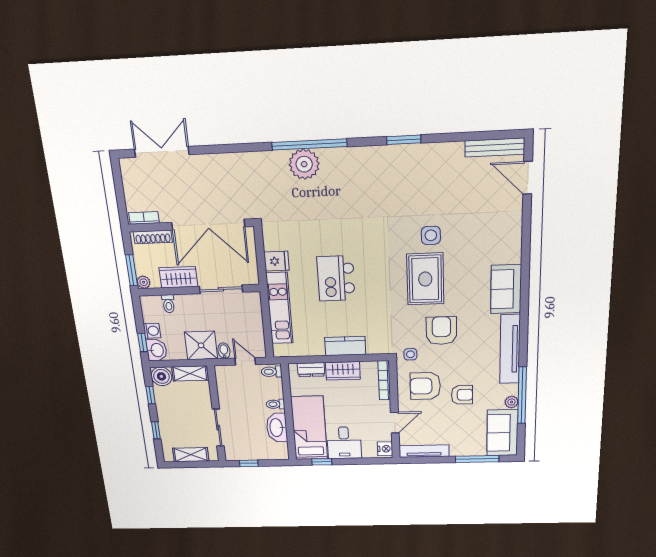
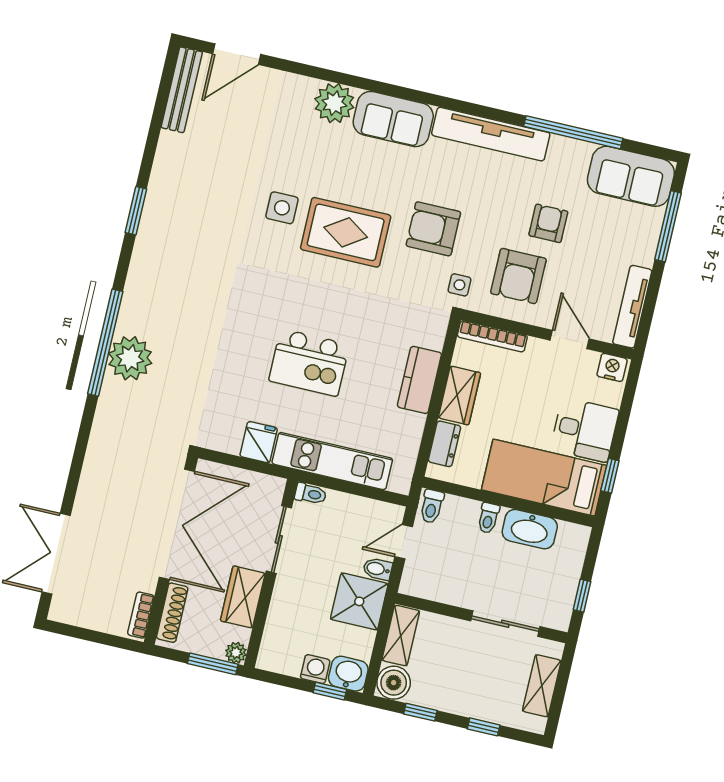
toilet: (168, 304) -> (311, 494), moved
plant: (511, 402) -> (334, 103), moved, width x1.88, depth x1.88

